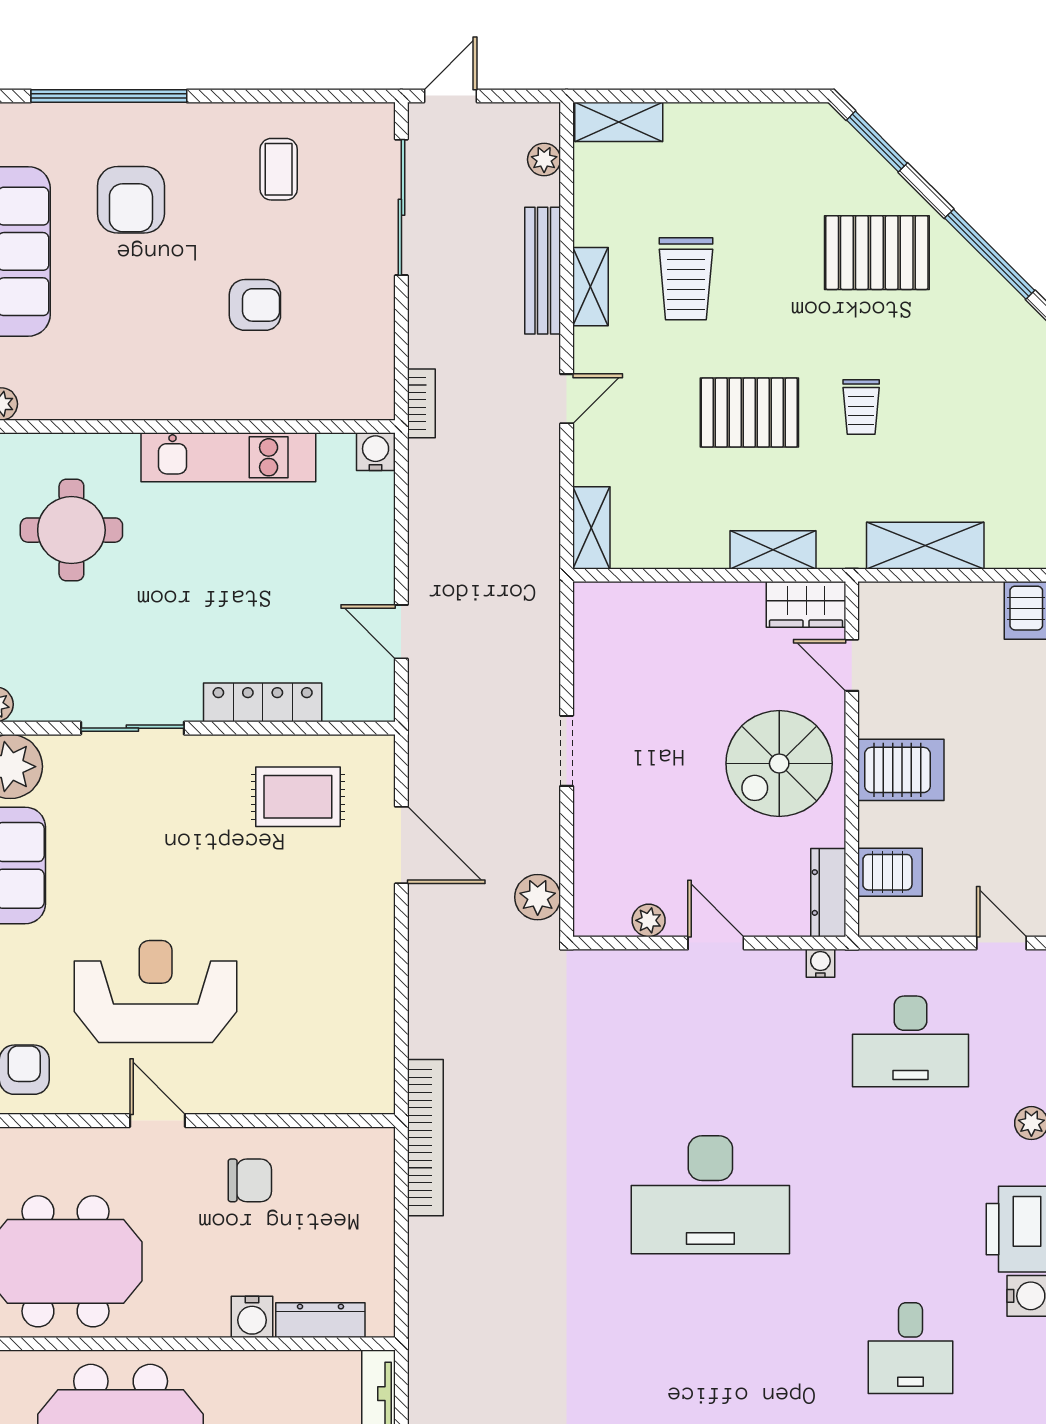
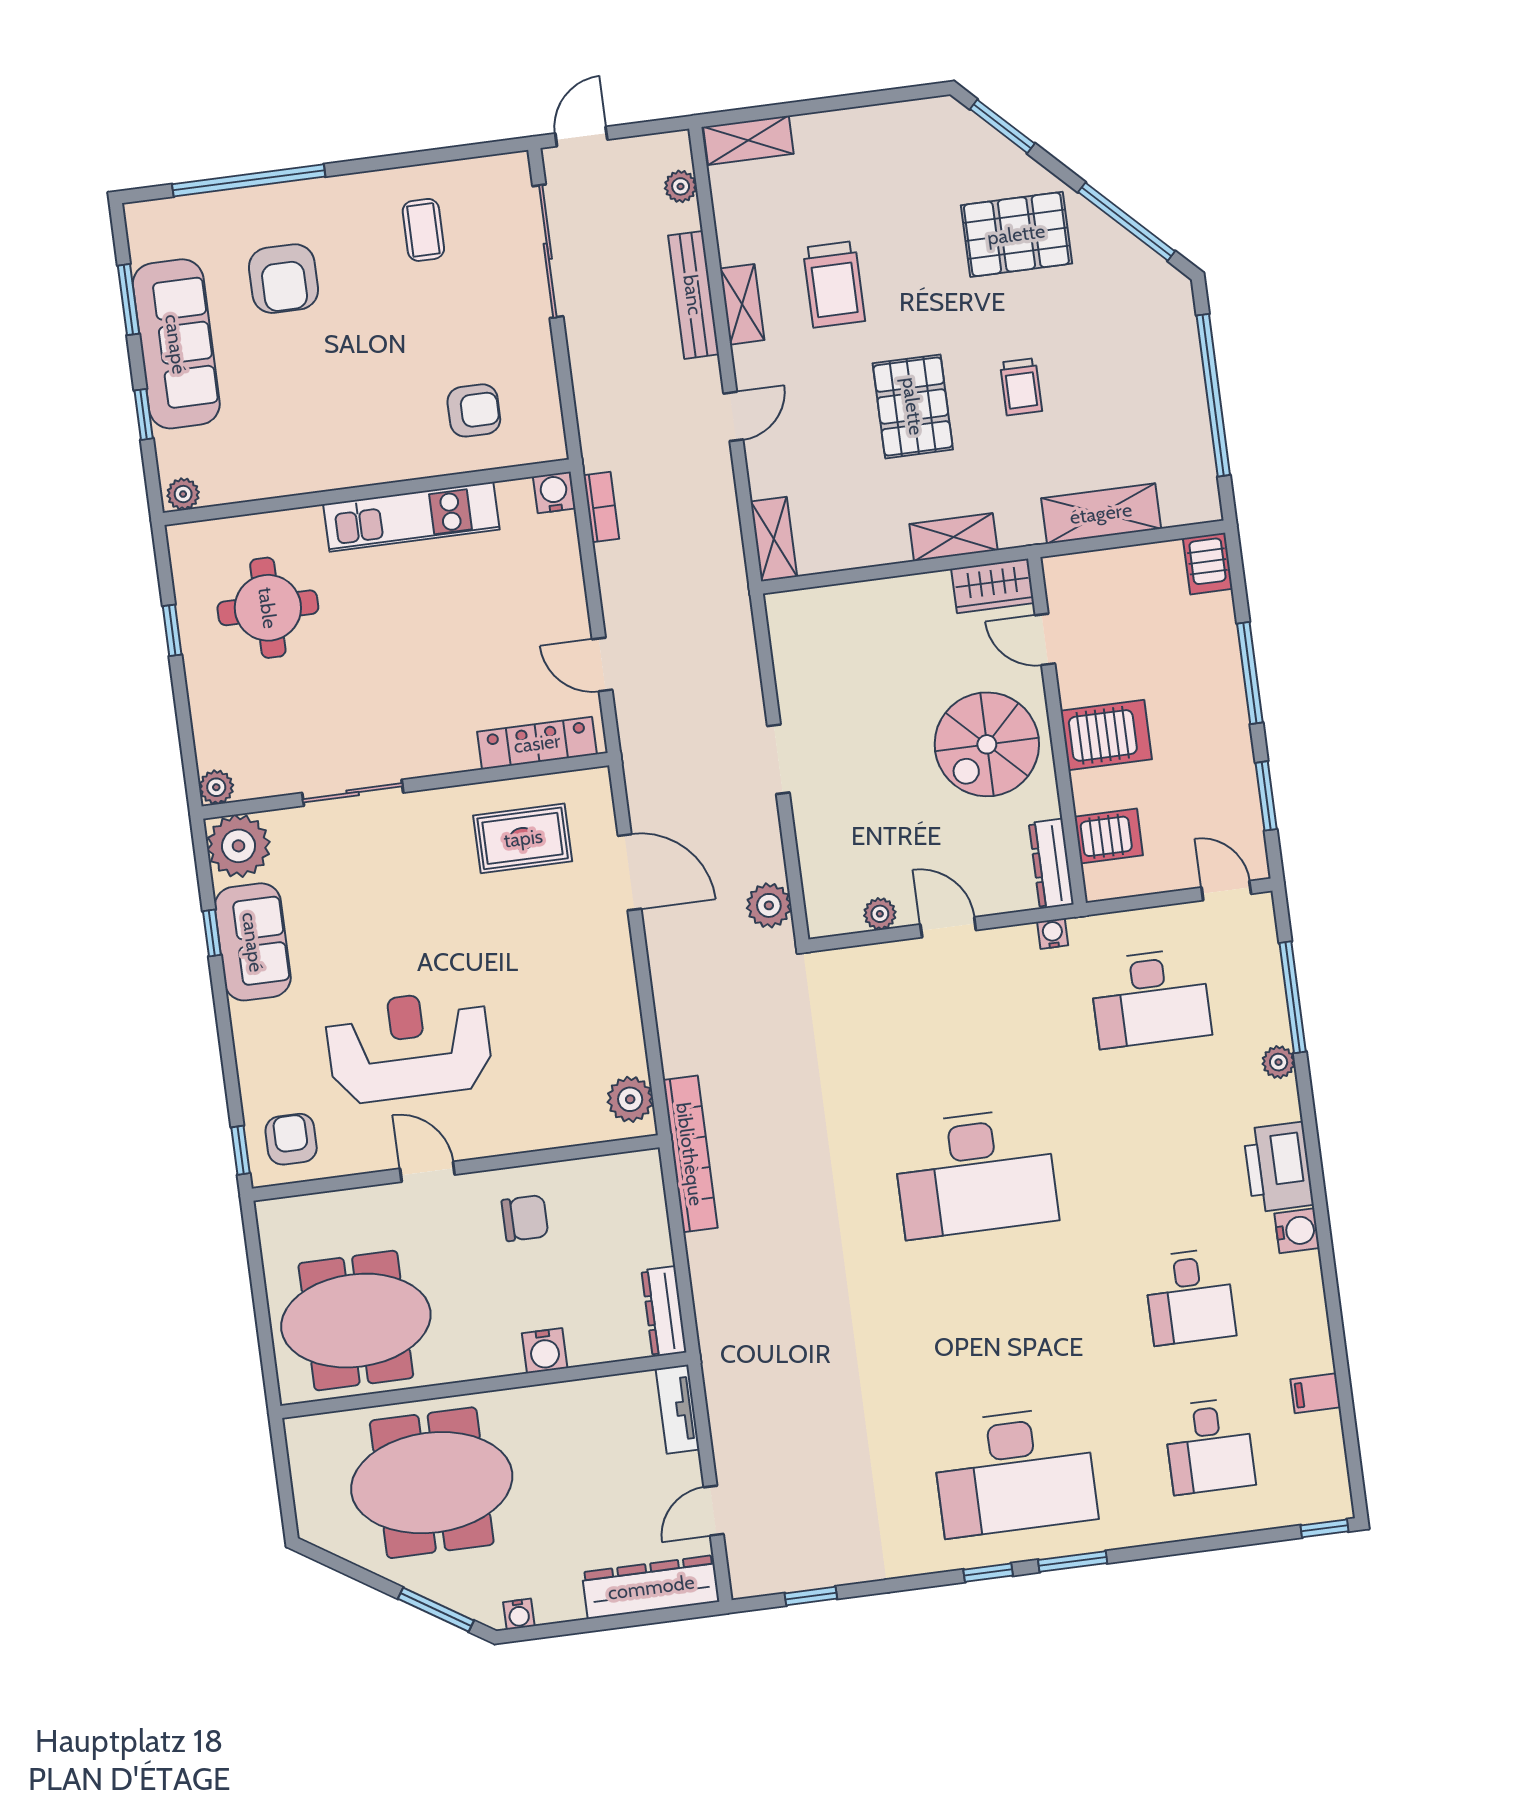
armchair: (255, 305) -> (474, 410), moved
bookcase: (421, 403) -> (601, 507), moved
pallet: (749, 413) -> (913, 406), turned 90
locker: (263, 702) -> (537, 743), moved
plant: (372, 1074) -> (630, 1099), added
dresser: (320, 1320) -> (664, 1311), moved, turned -90

